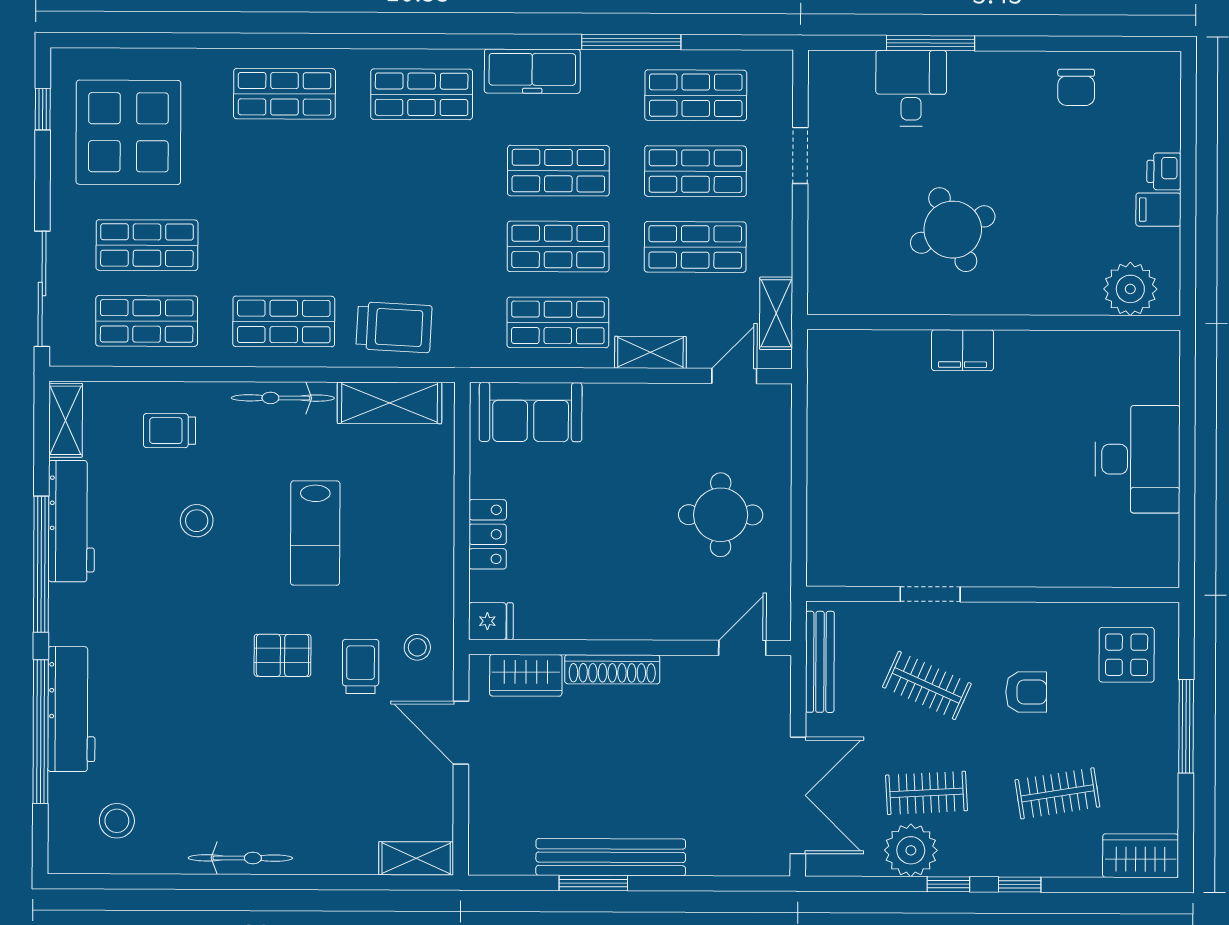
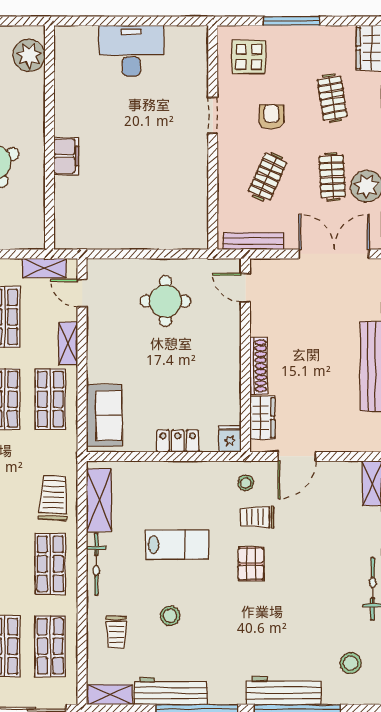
doorway: (930, 594) -> (213, 115), moved

